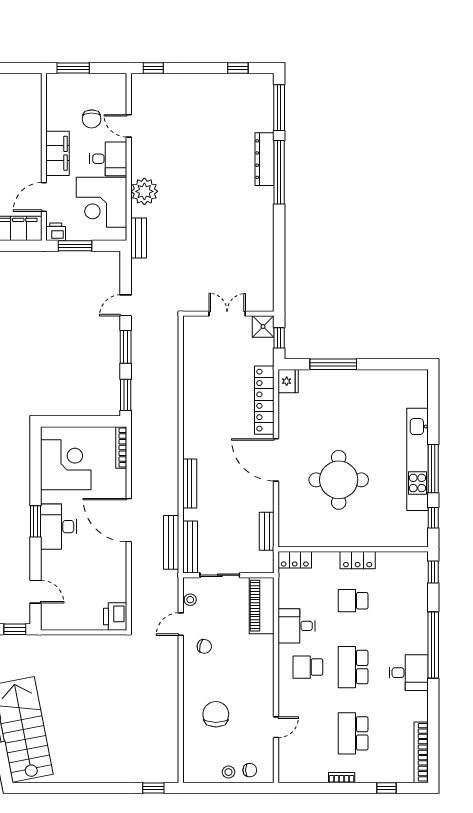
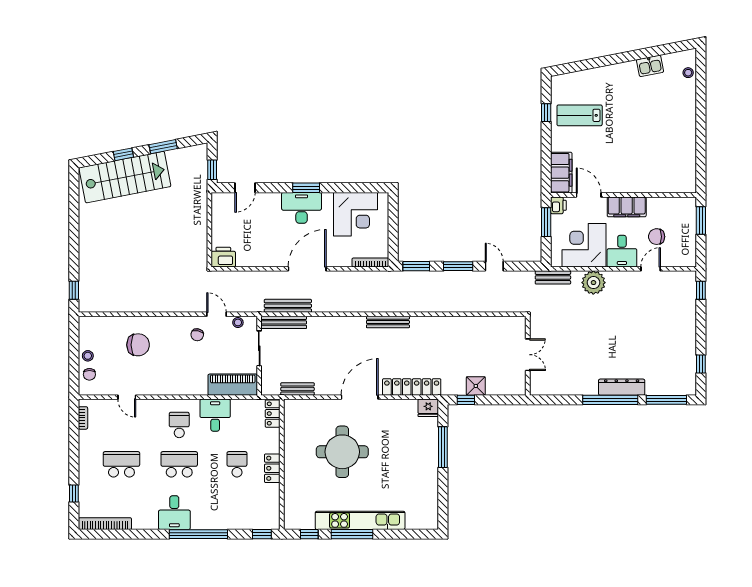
double door: (227, 314) -> (528, 355), moved
wall: (228, 314) -> (528, 356), moved
bench: (190, 483) -> (388, 322), moved
bookcase: (342, 778) -> (83, 418), moved

